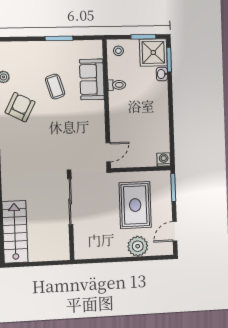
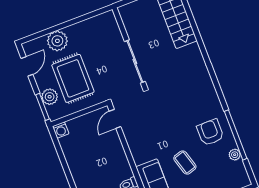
armchair: (20, 107) -> (210, 132), turned 153
plant: (163, 195) -> (50, 97), added

